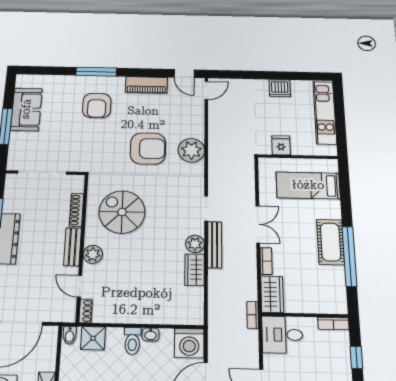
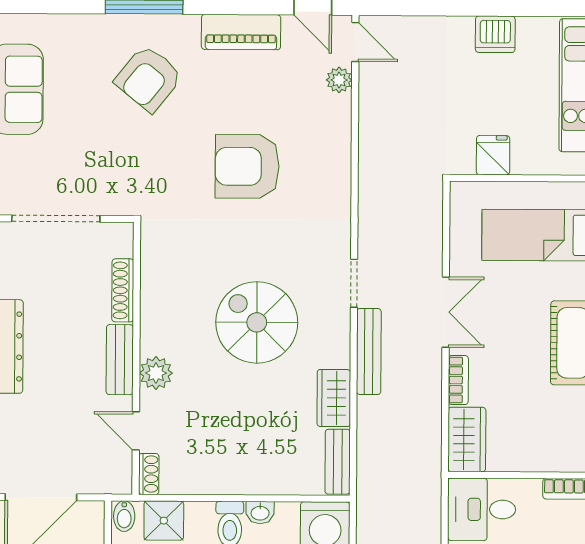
door: (206, 90) -> (355, 42), hinge flipped
armchair: (97, 106) -> (149, 78), turned 39
armchair: (148, 149) -> (247, 166), turned 180
plant: (191, 150) -> (339, 80), moved, width x0.53, depth x0.53
spiral stairs: (122, 212) -> (257, 322), moved
plant: (195, 244) -> (334, 351), removed
bench: (197, 306) -> (338, 462), added
bookcase: (253, 315) -> (433, 476), removed

